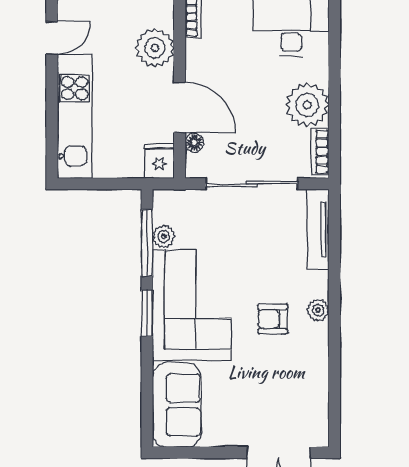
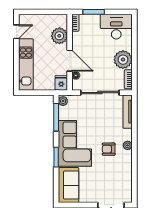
plant: (164, 237) -> (63, 101), moved
window: (147, 313) -> (56, 157), moved

